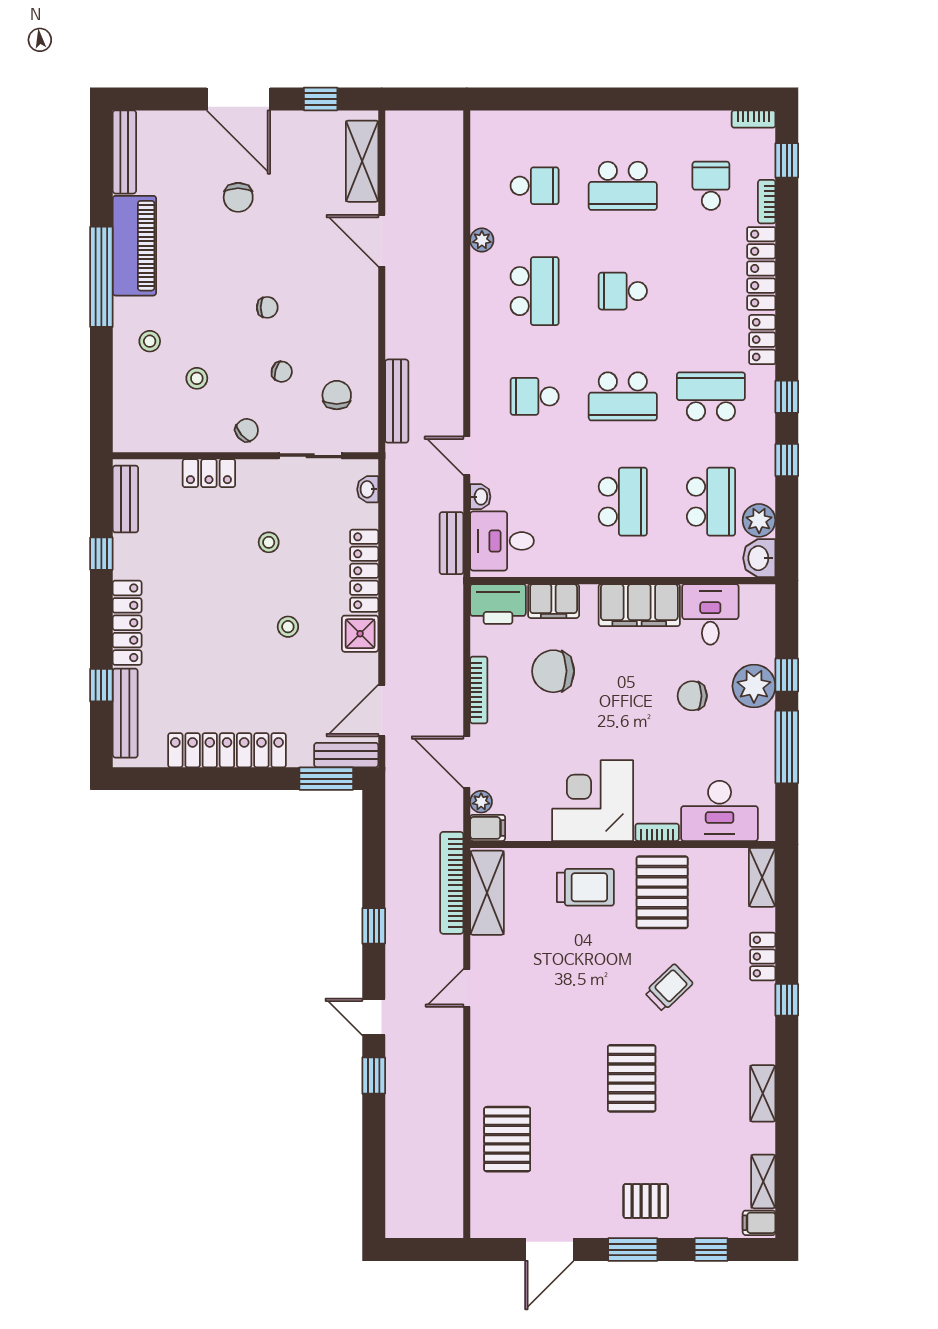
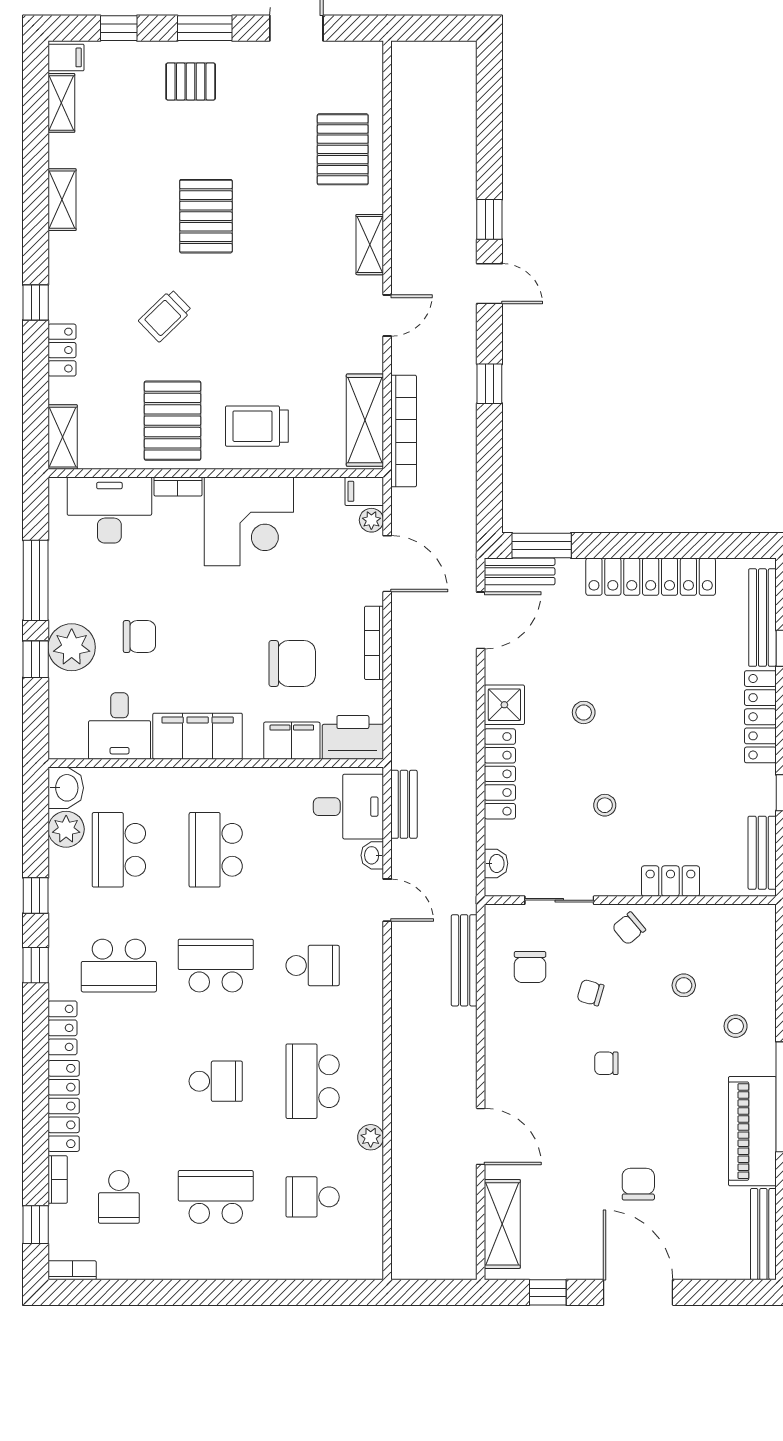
shelving: (483, 1053) -> (370, 245), added

